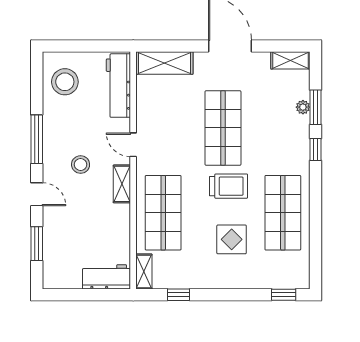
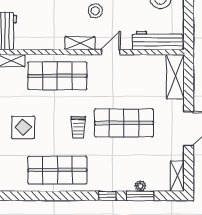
trolley: (229, 186) -> (78, 127), width x0.73, depth x0.72
display table: (232, 239) -> (23, 127), moved

